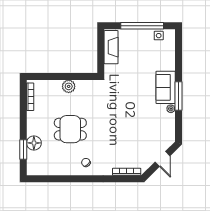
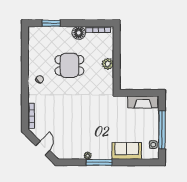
sofa: (166, 87) -> (127, 151), moved
dining table: (70, 129) -> (69, 65), turned 90
floor lamp: (34, 143) -> (79, 33), moved
door: (163, 159) -> (43, 148), swing flipped

